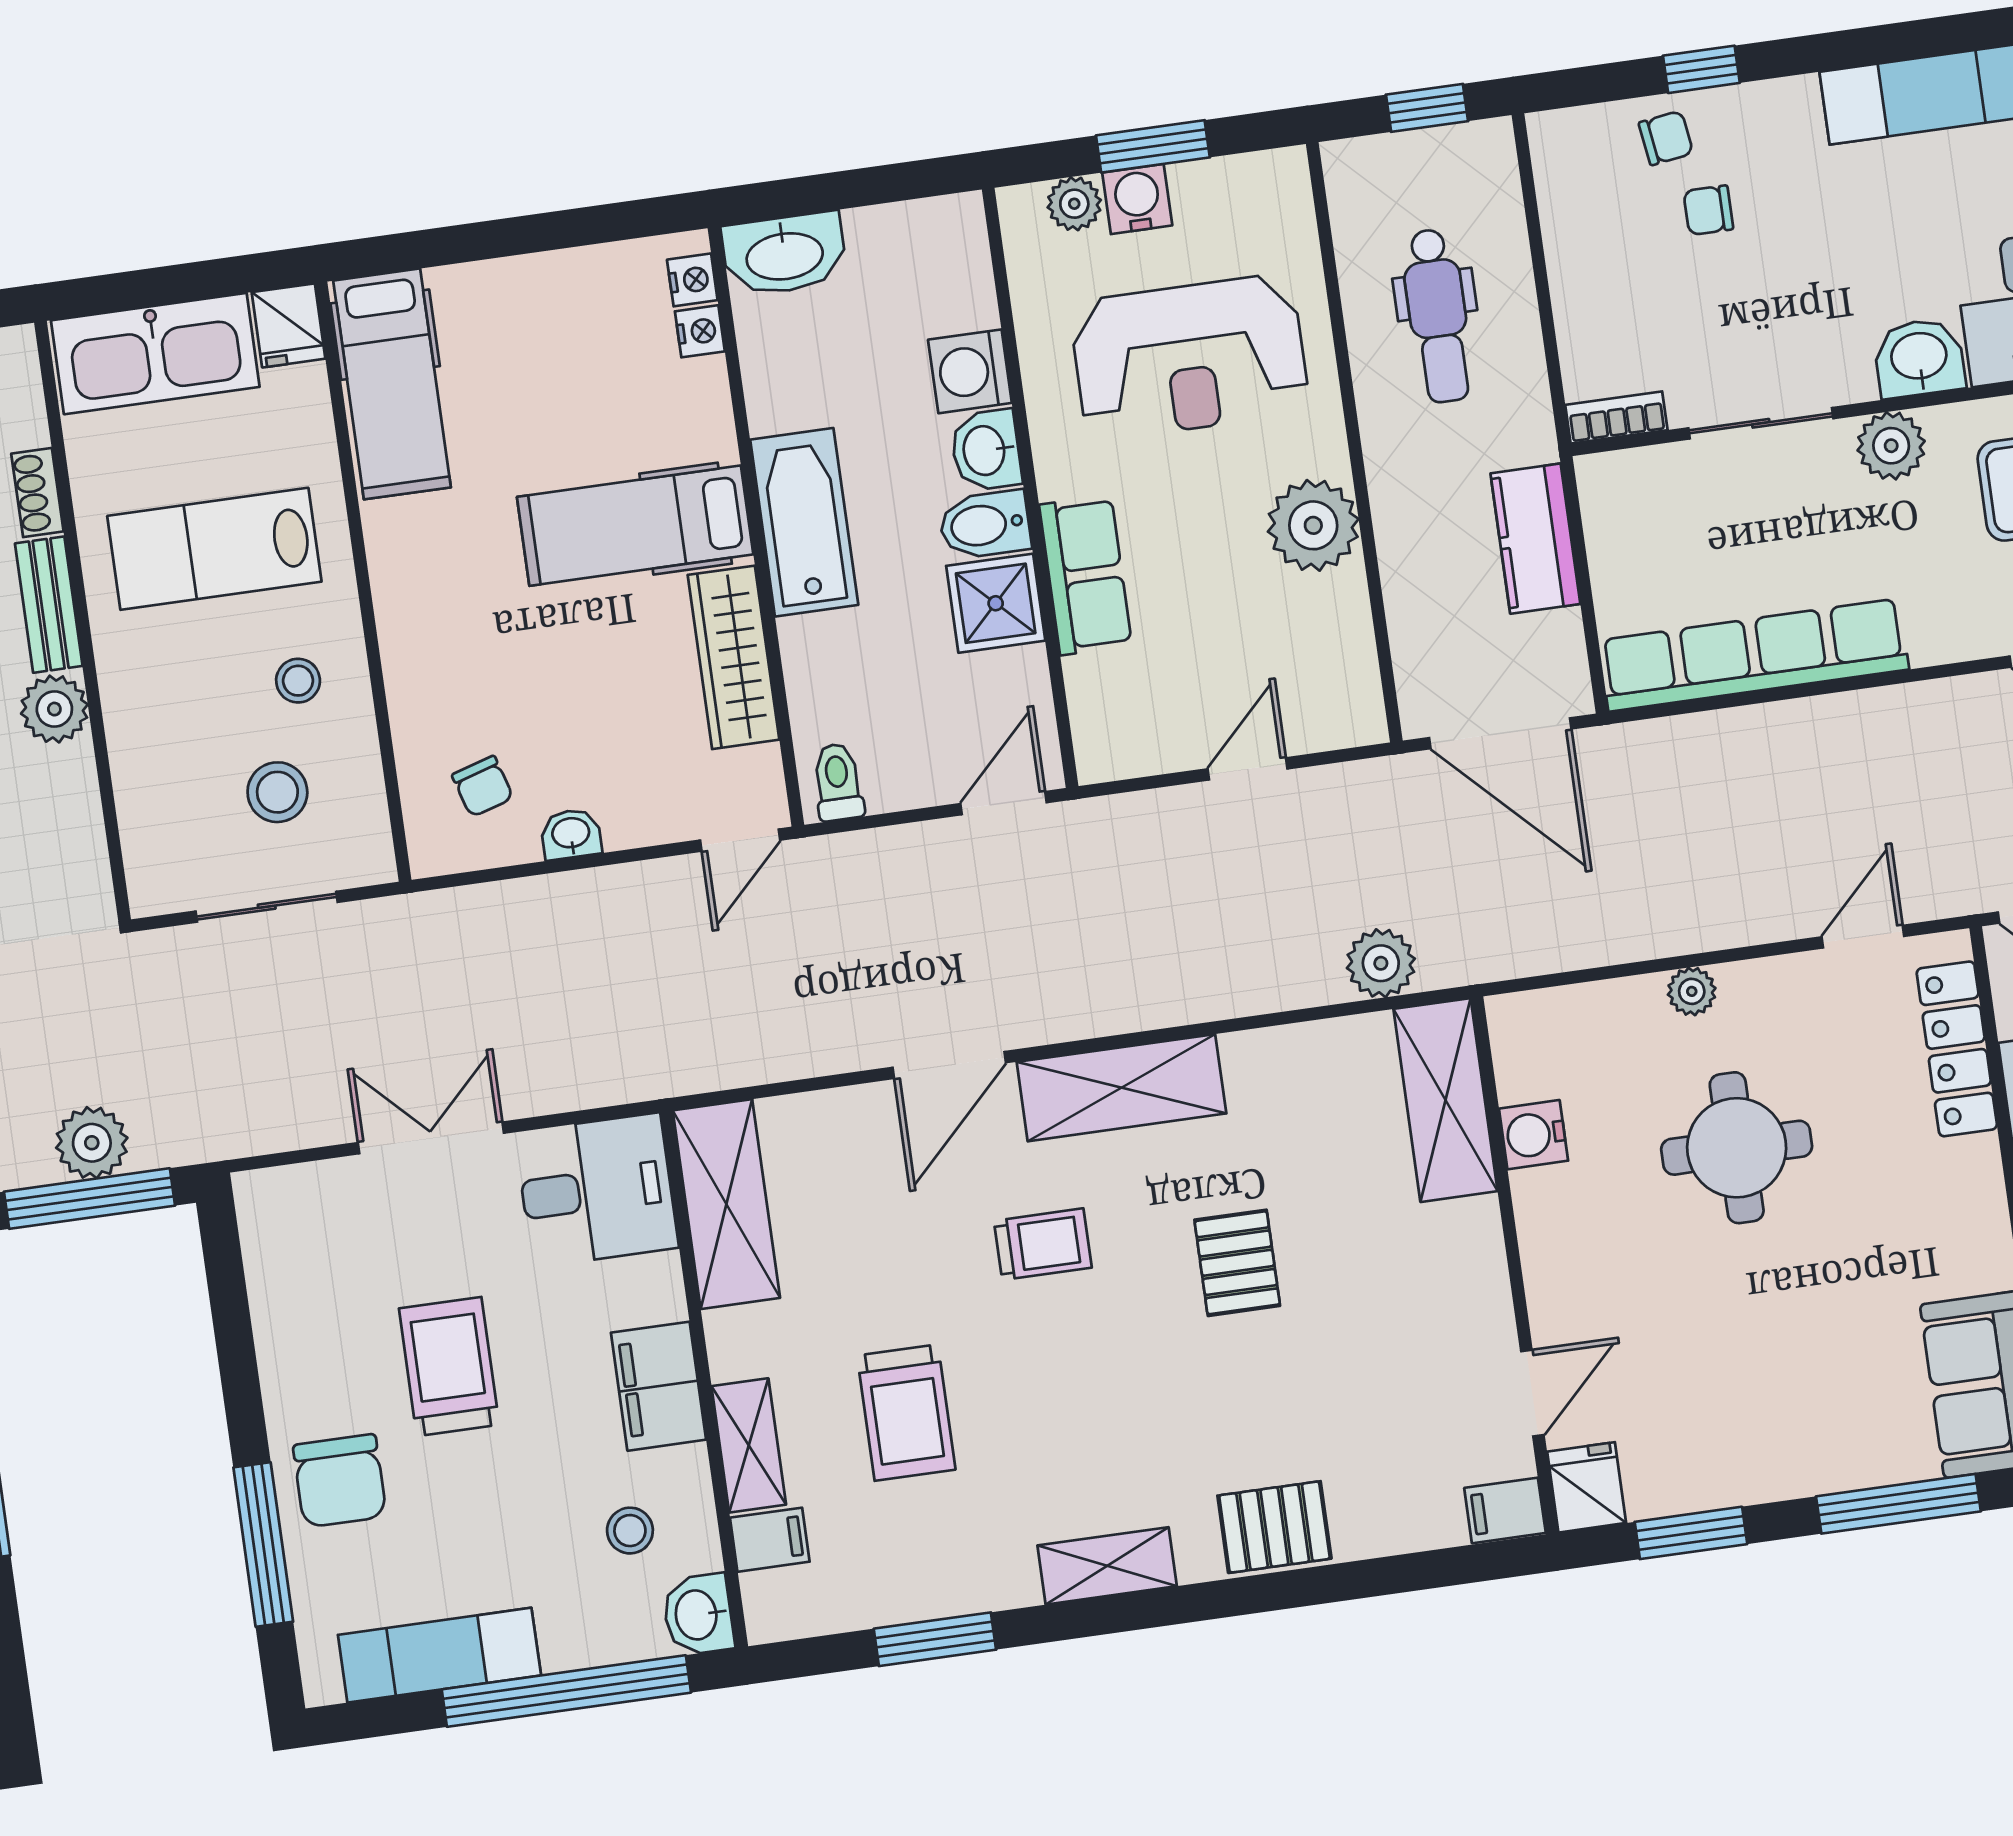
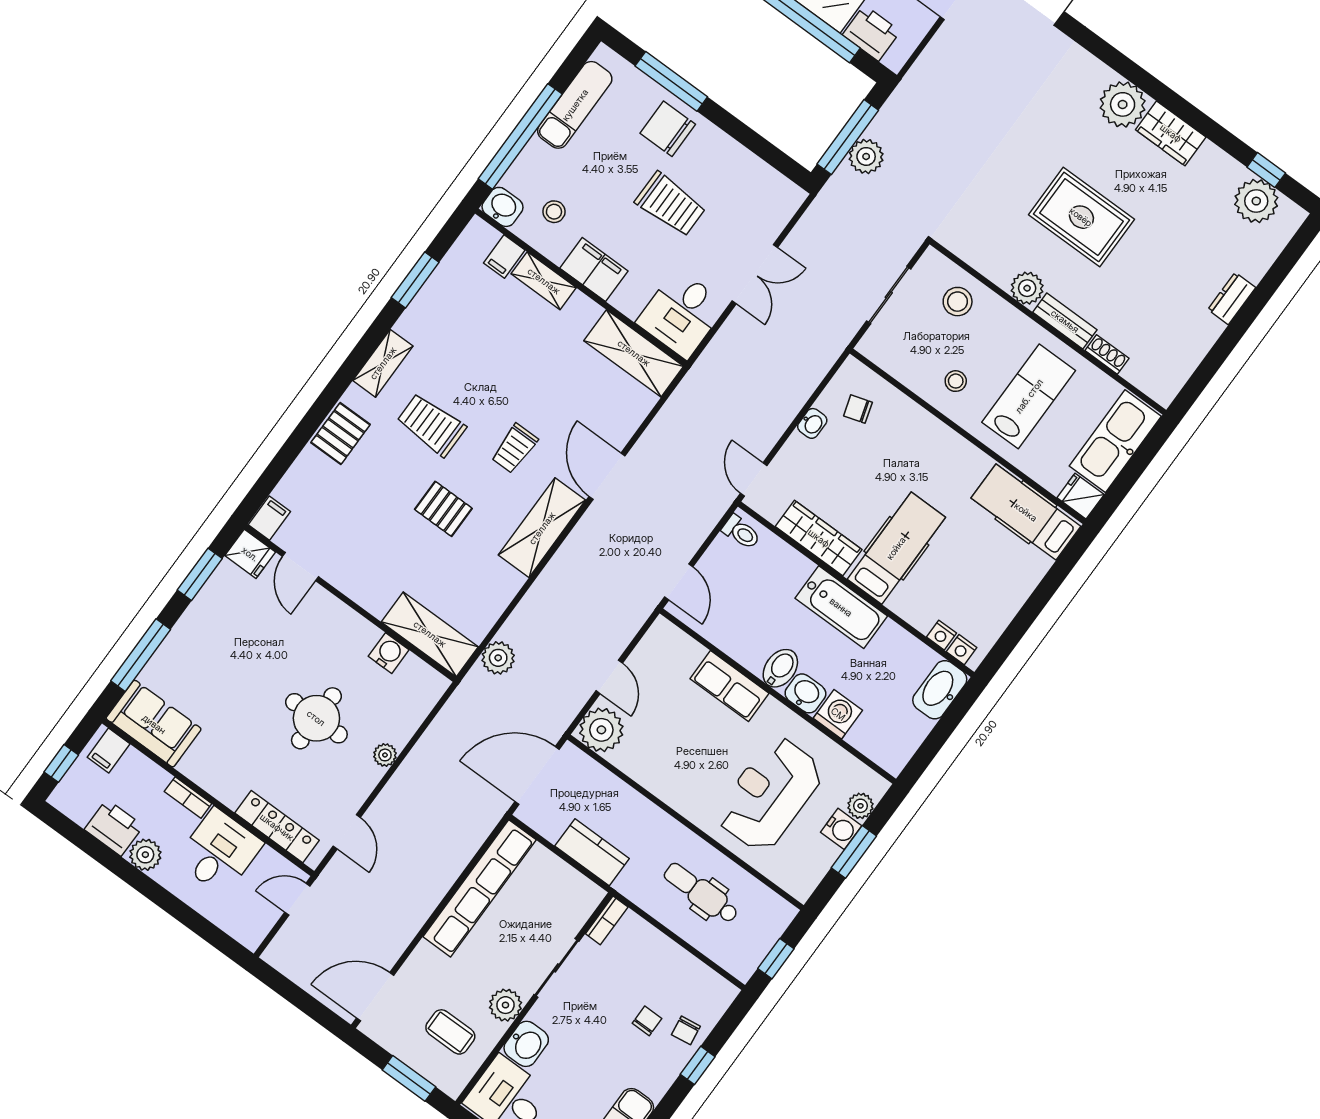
plant: (1313, 525) -> (601, 730), moved
shower: (996, 603) -> (750, 646), removed
stool: (277, 792) -> (958, 302), moved
trolley: (906, 1413) -> (431, 425), moved

